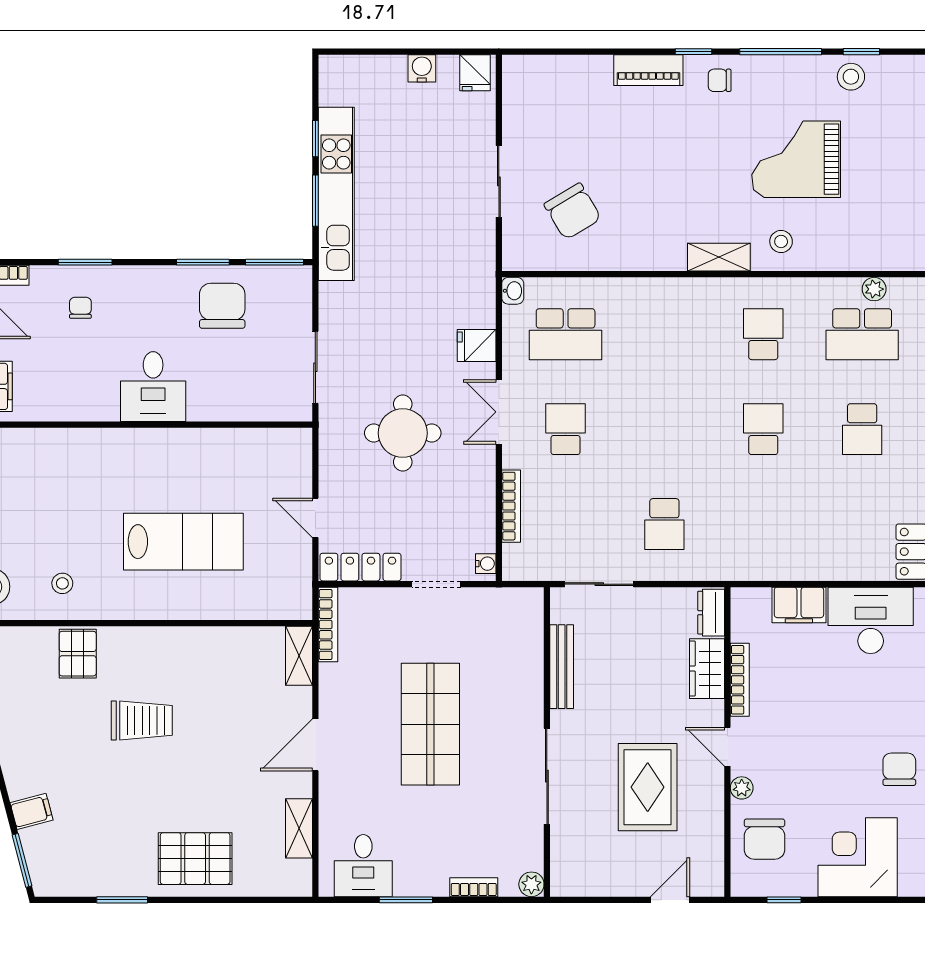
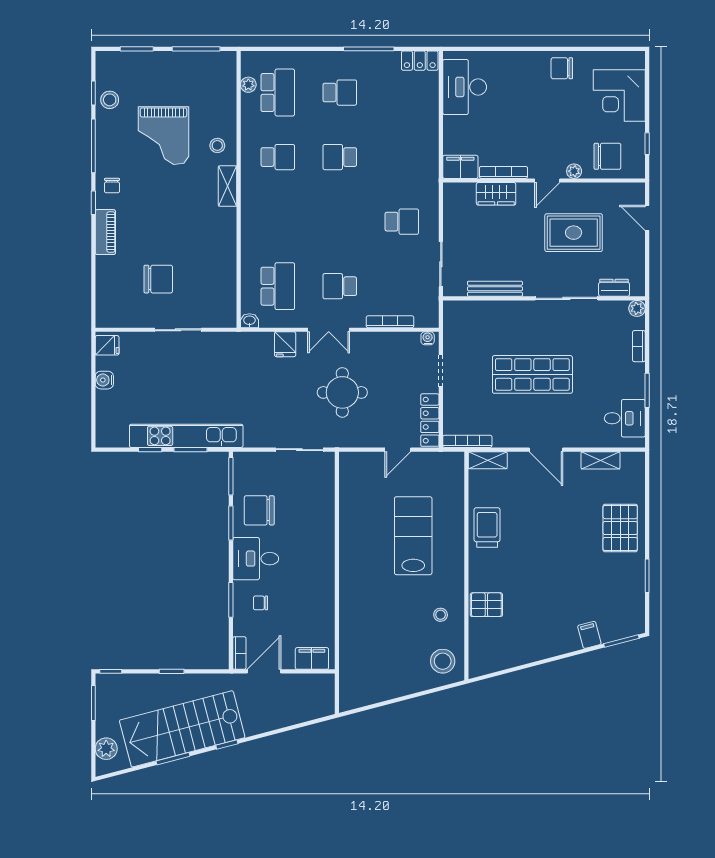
chair: (573, 211) -> (158, 279), moved, turned 31
school desk: (763, 334) -> (278, 157), turned 180
desk: (153, 387) -> (256, 559), moved, turned 180
filing cabinet: (799, 605) -> (460, 167), moved, turned -90
dresser: (711, 613) -> (614, 288), moved, turned 180
trolley: (142, 720) -> (487, 528), moved

